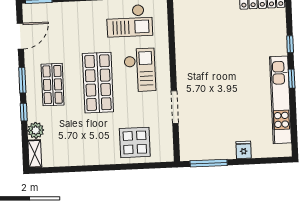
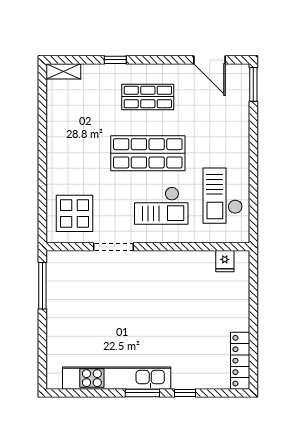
window: (292, 79) -> (142, 393), width x1.50
window: (22, 80) -> (155, 60), removed
plant: (36, 130) -> (92, 74), removed
display table: (135, 142) -> (74, 213), moved
fridge: (244, 150) -> (225, 261), moved, turned 90

